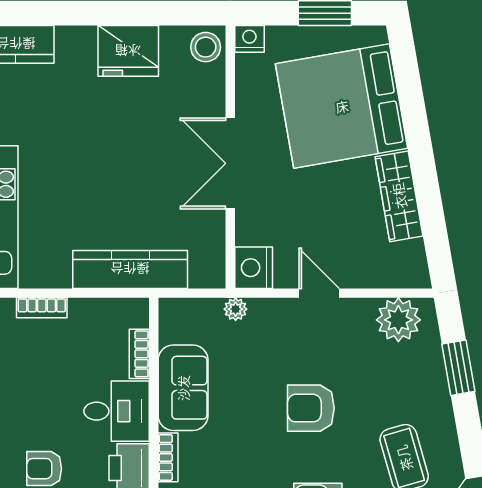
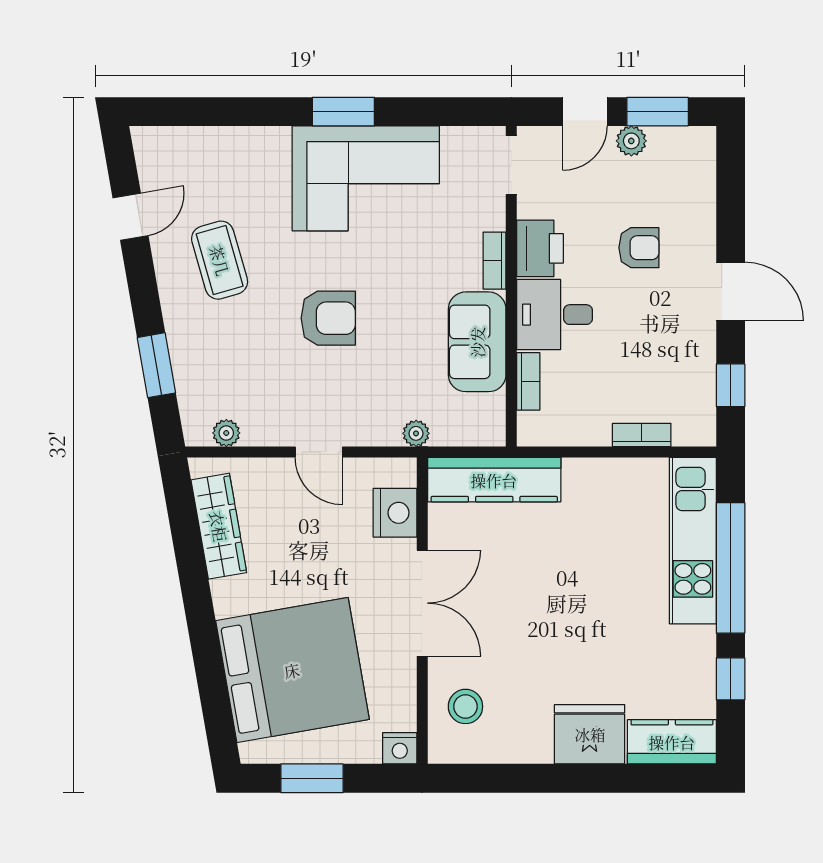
stool: (206, 47) -> (465, 706), moved
fridge: (128, 51) -> (590, 734), moved
wardrobe: (399, 196) -> (219, 526), moved
nightstand: (254, 268) -> (395, 513), moved
kitchen counter: (130, 269) -> (494, 480), moved
plant: (398, 320) -> (226, 433), width x0.53, depth x0.53

